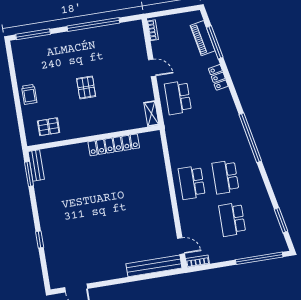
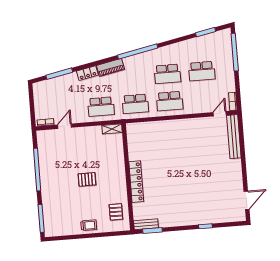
piano: (203, 38) -> (110, 67), moved
door: (152, 68) -> (65, 126), moved
school desk: (185, 140) -> (135, 104), added
locker: (114, 145) -> (136, 182), moved

